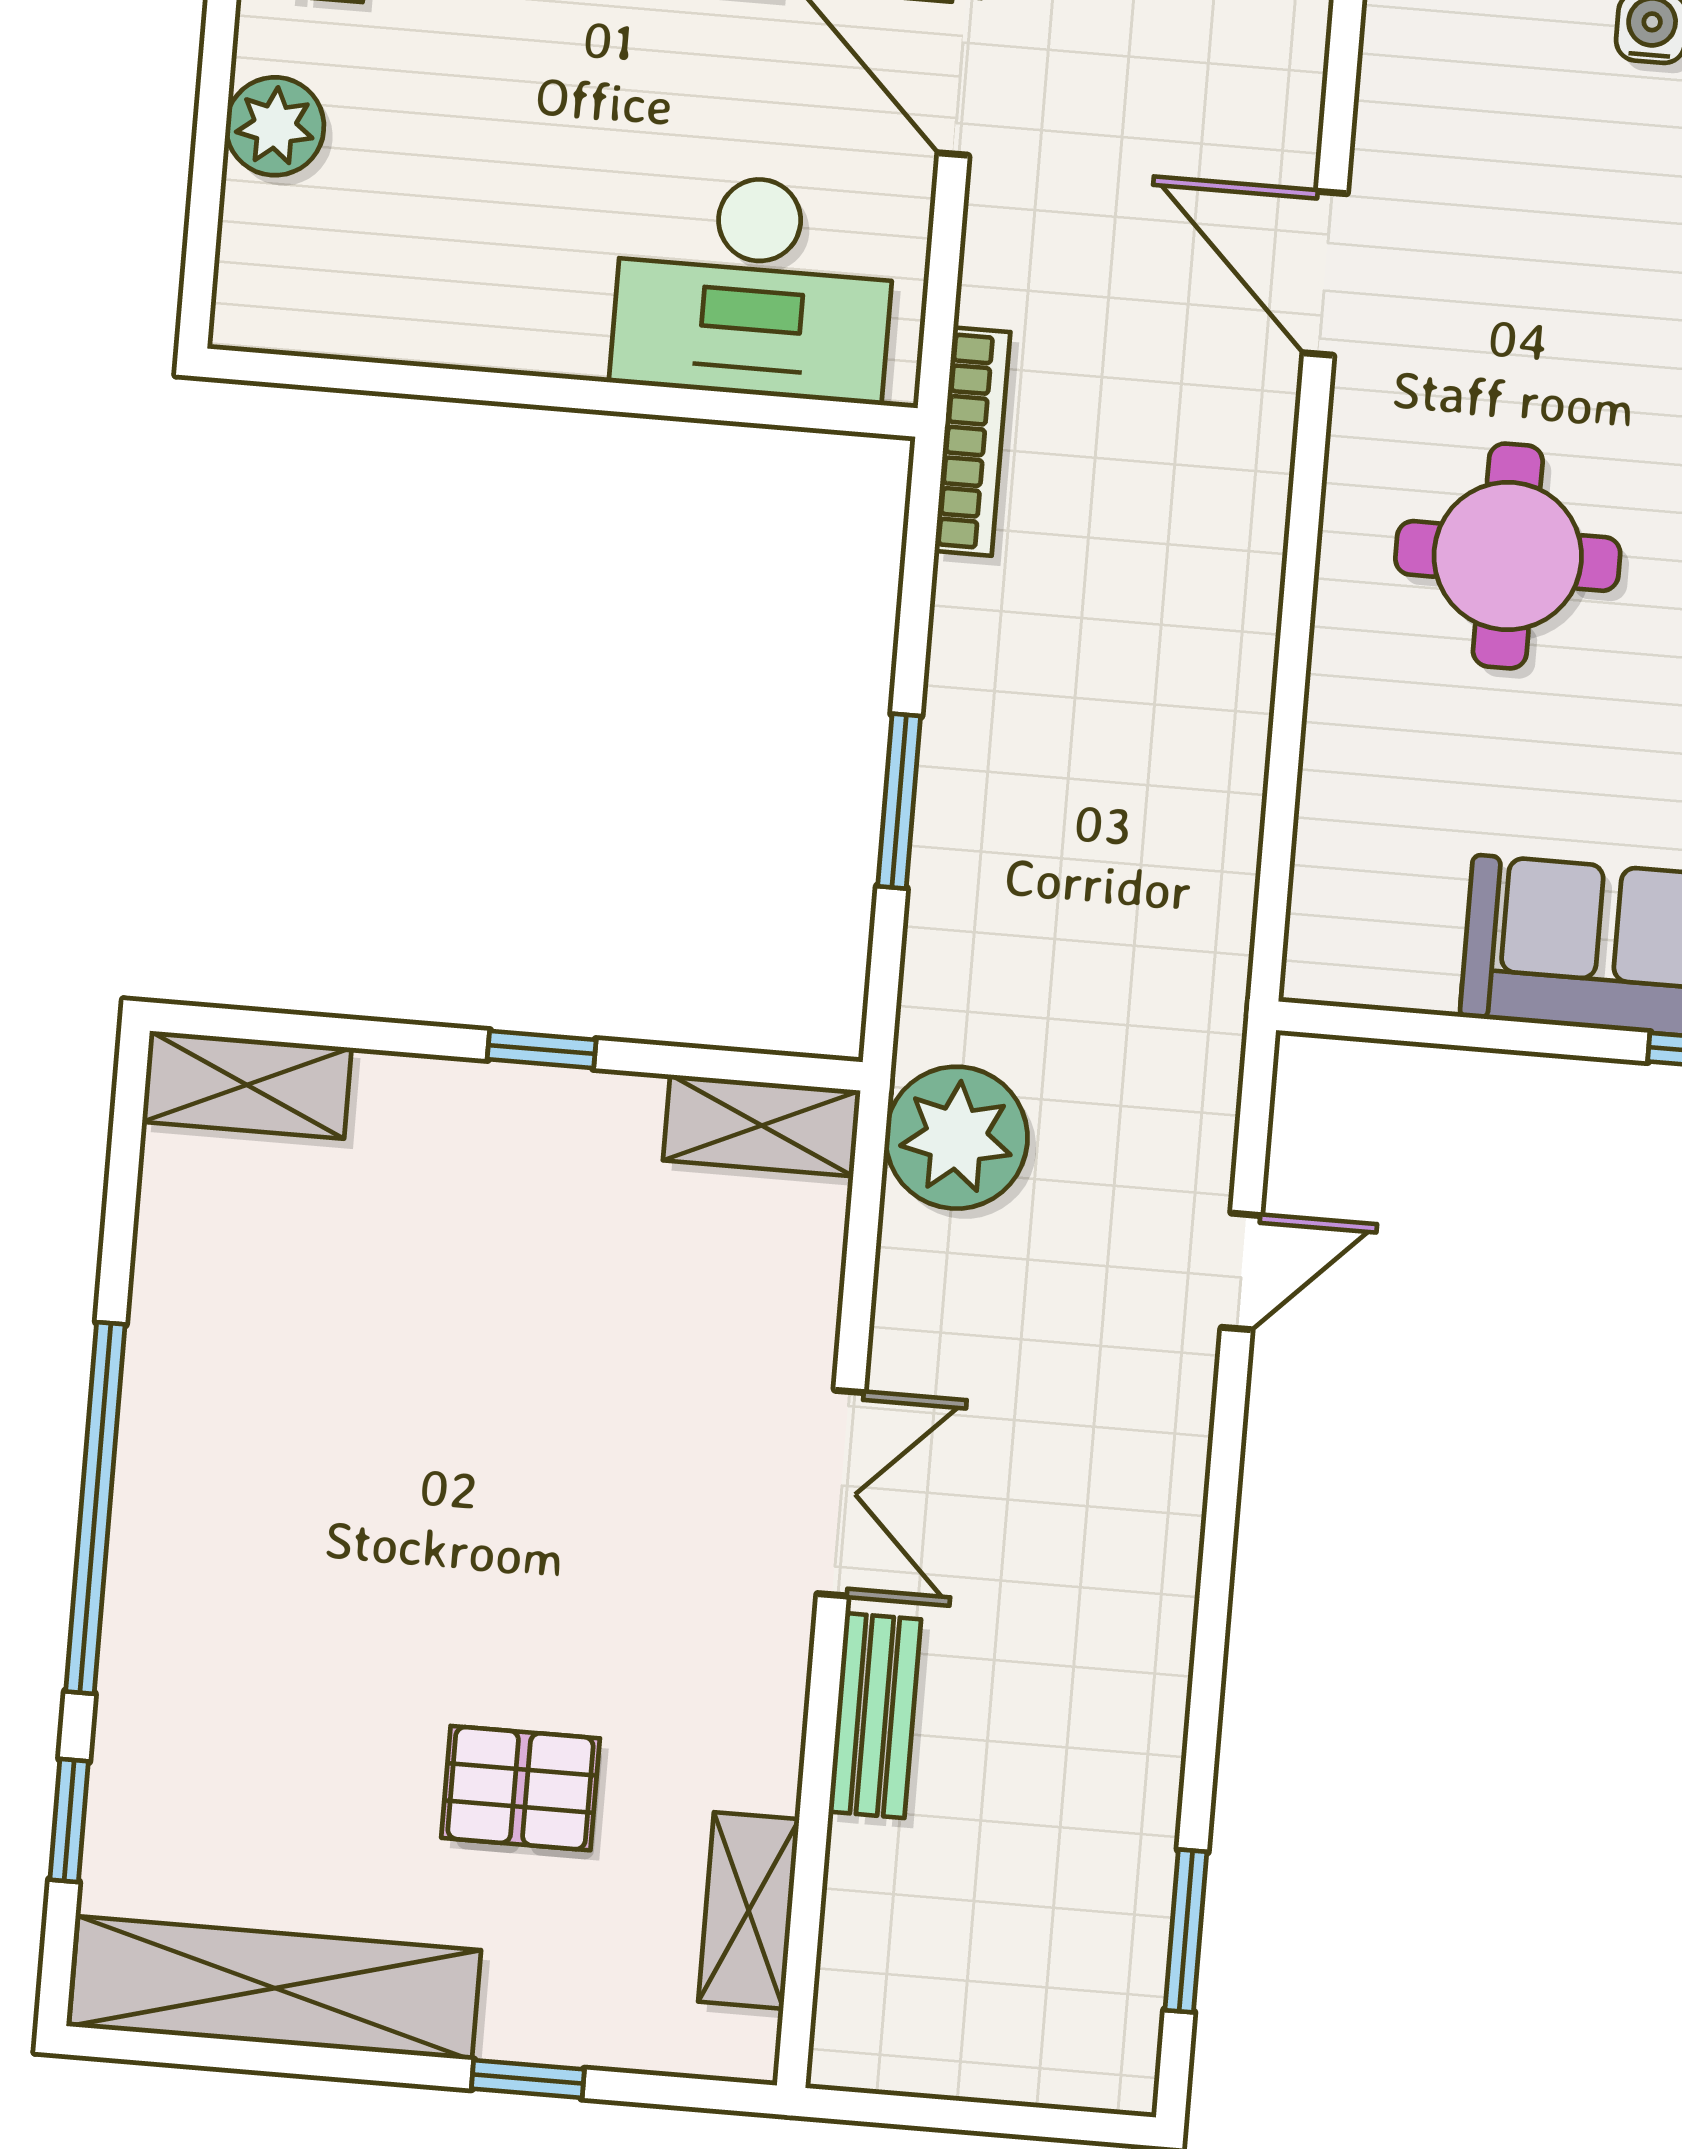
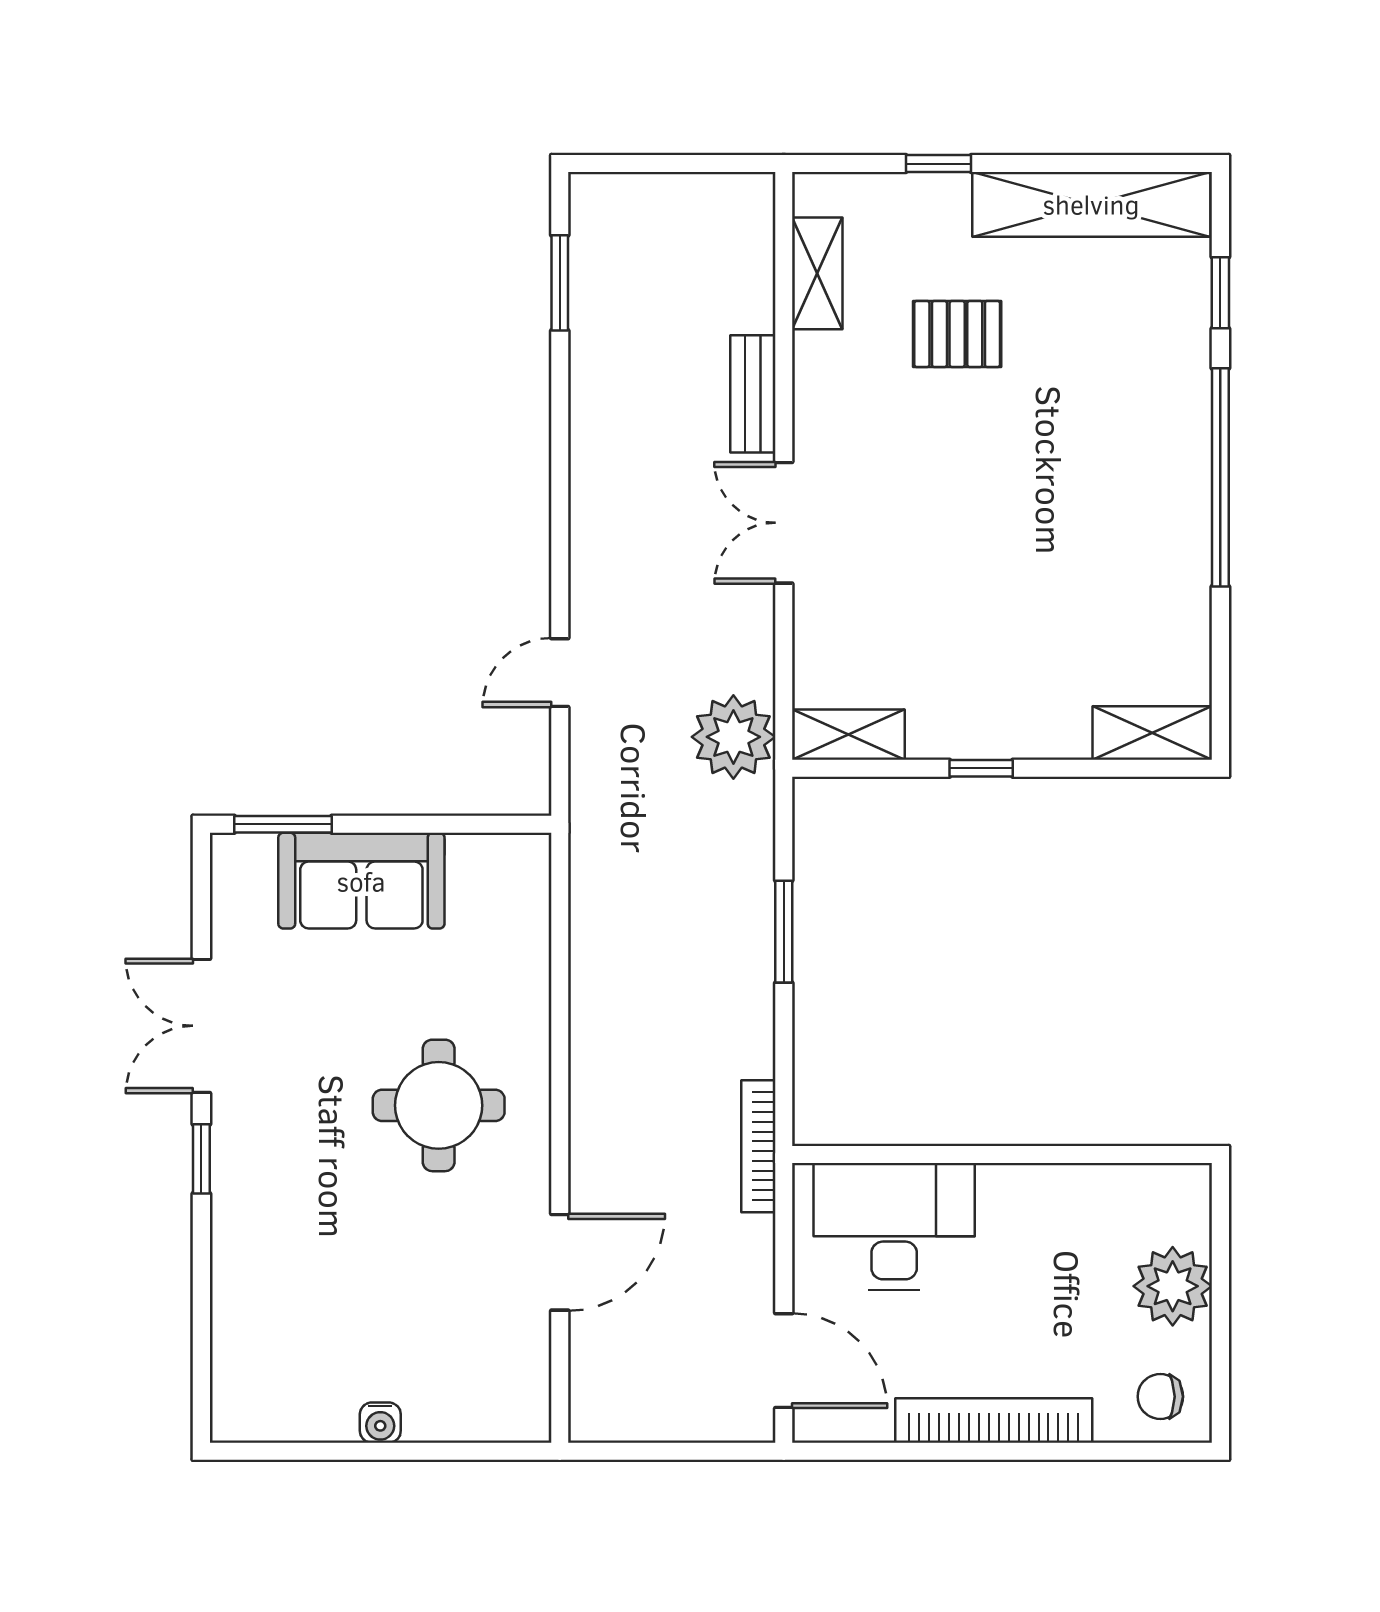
plant: (275, 126) -> (1173, 1286), width x1.36, depth x1.36
door: (1325, 273) -> (560, 1262), hinge flipped

